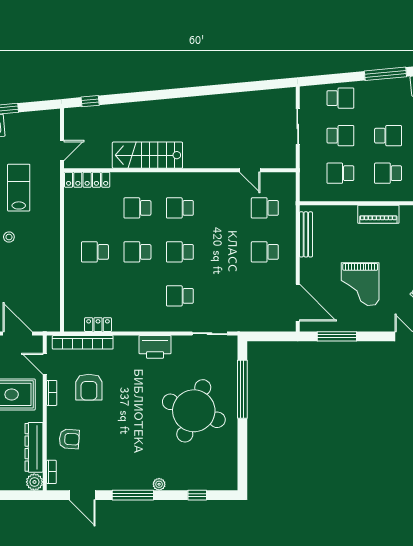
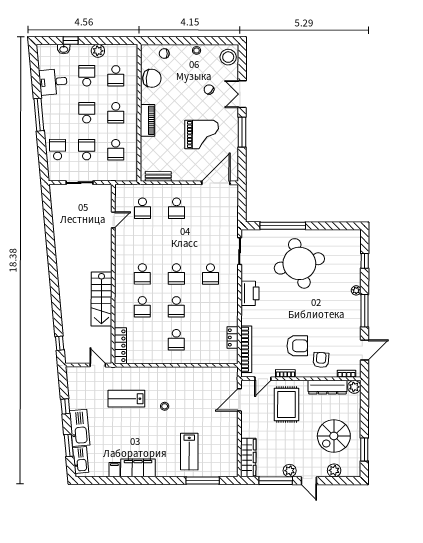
bench: (306, 234) -> (158, 176), width x0.73
window: (337, 336) -> (242, 132), moved
armchair: (89, 387) -> (297, 346), moved
round table: (194, 411) -> (299, 263), turned -35

